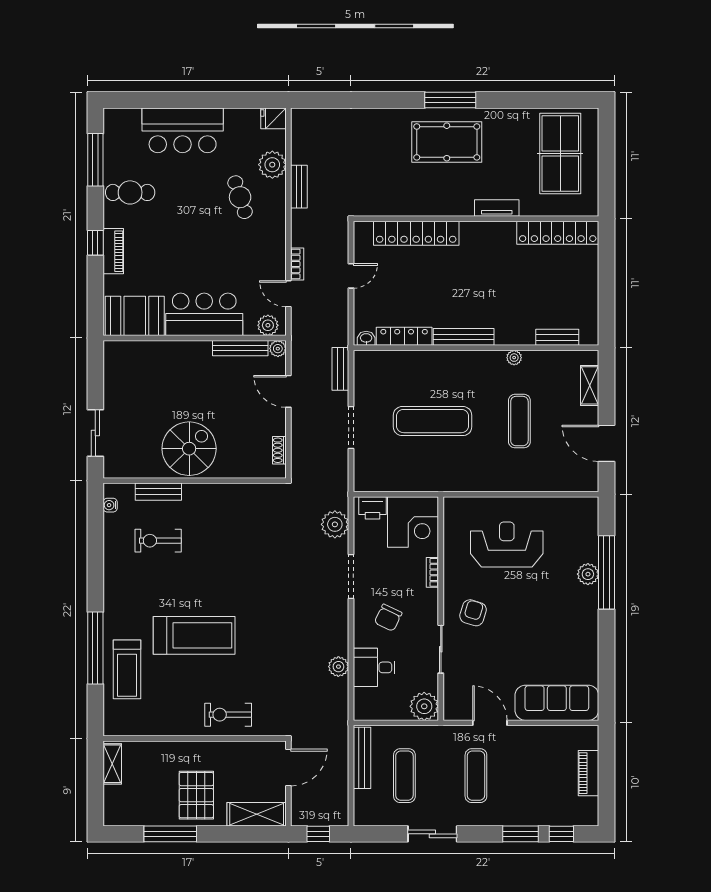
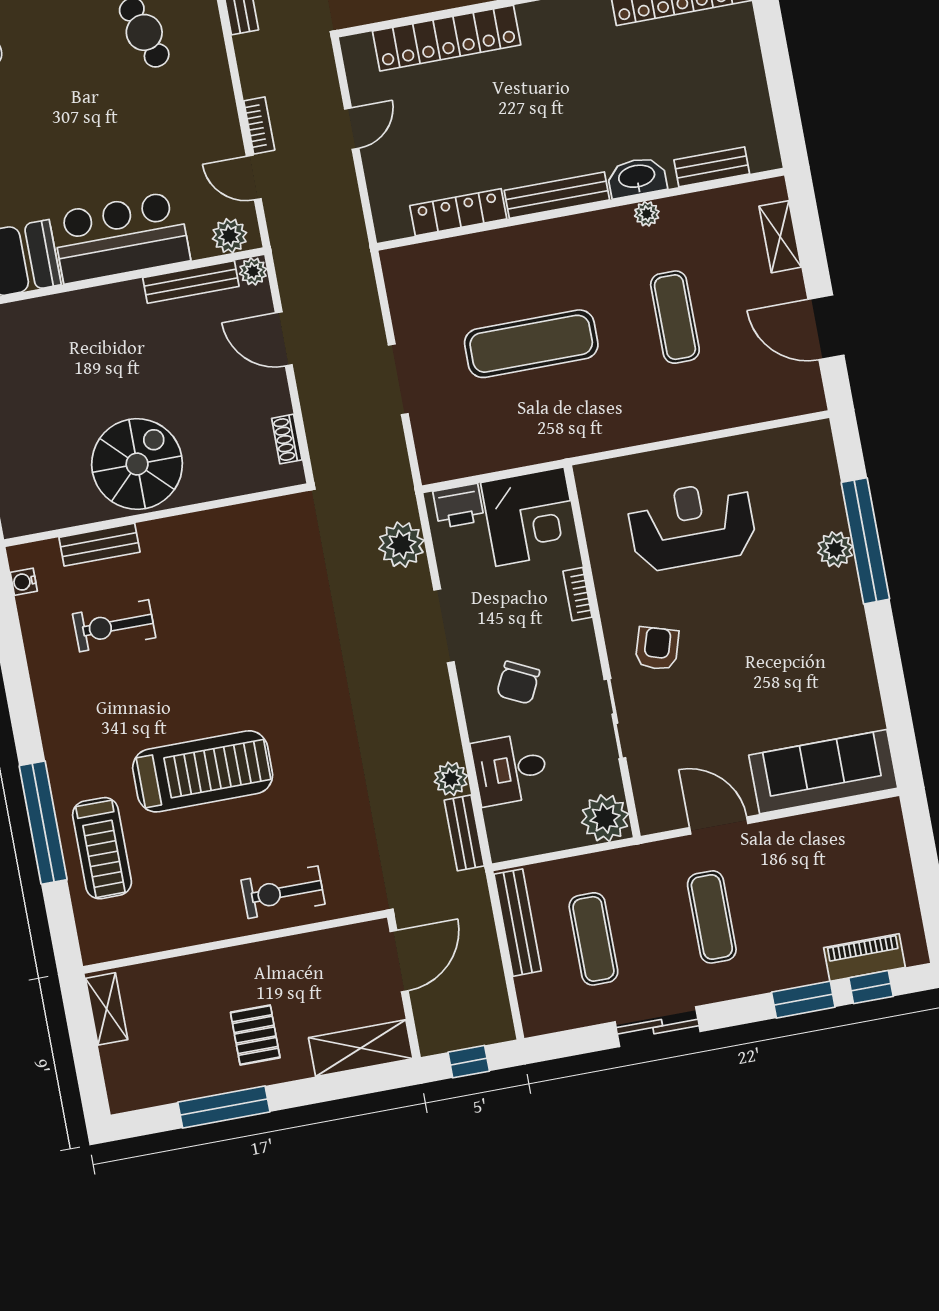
washbasin: (366, 338) -> (637, 177), moved, width x1.91, depth x1.45
bench: (340, 369) -> (464, 833), moved
piano: (588, 773) -> (864, 957), moved, turned 90
pallet: (196, 795) -> (255, 1035), width x0.67, depth x0.71

